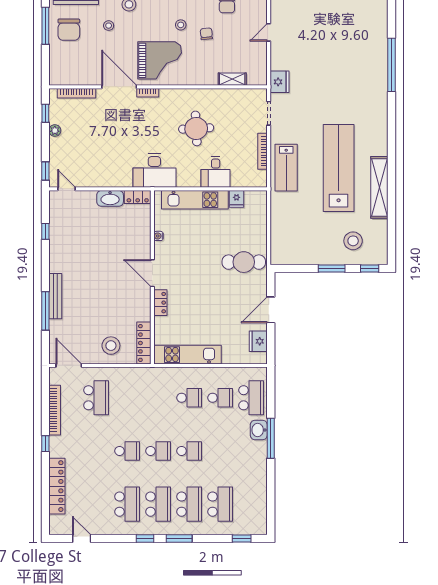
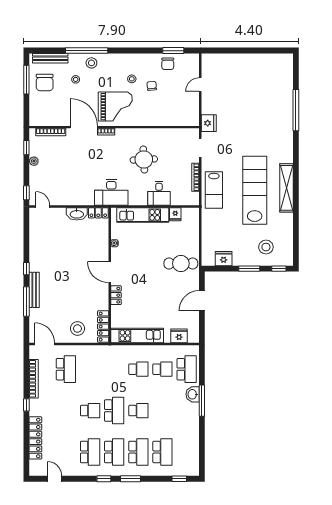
shelving: (232, 79) -> (172, 121), removed
shelving: (379, 187) -> (286, 188), moved
window: (45, 231) -> (26, 269), moved
fridge: (299, 256) -> (224, 259), added
fridge: (258, 341) -> (179, 336), moved, turned 90
school desk: (158, 451) -> (114, 411), width x1.85

